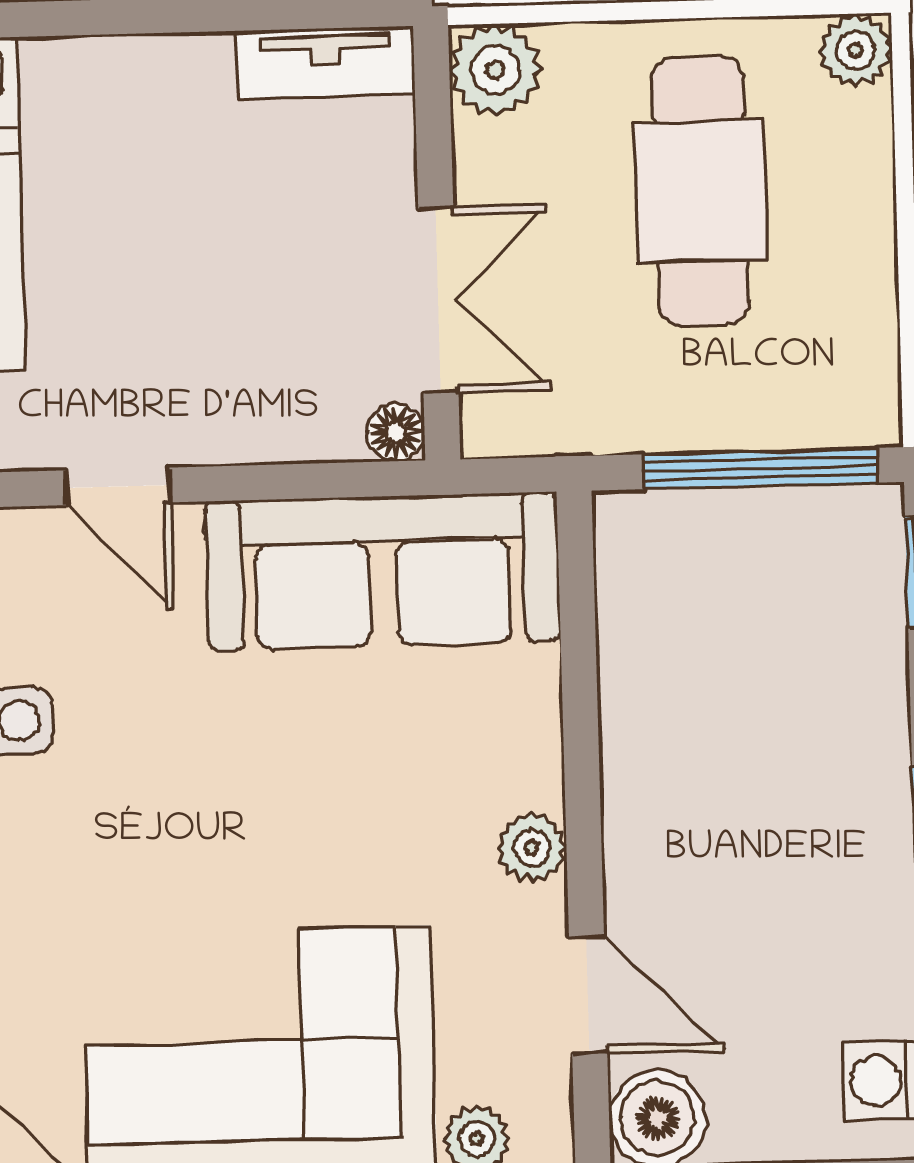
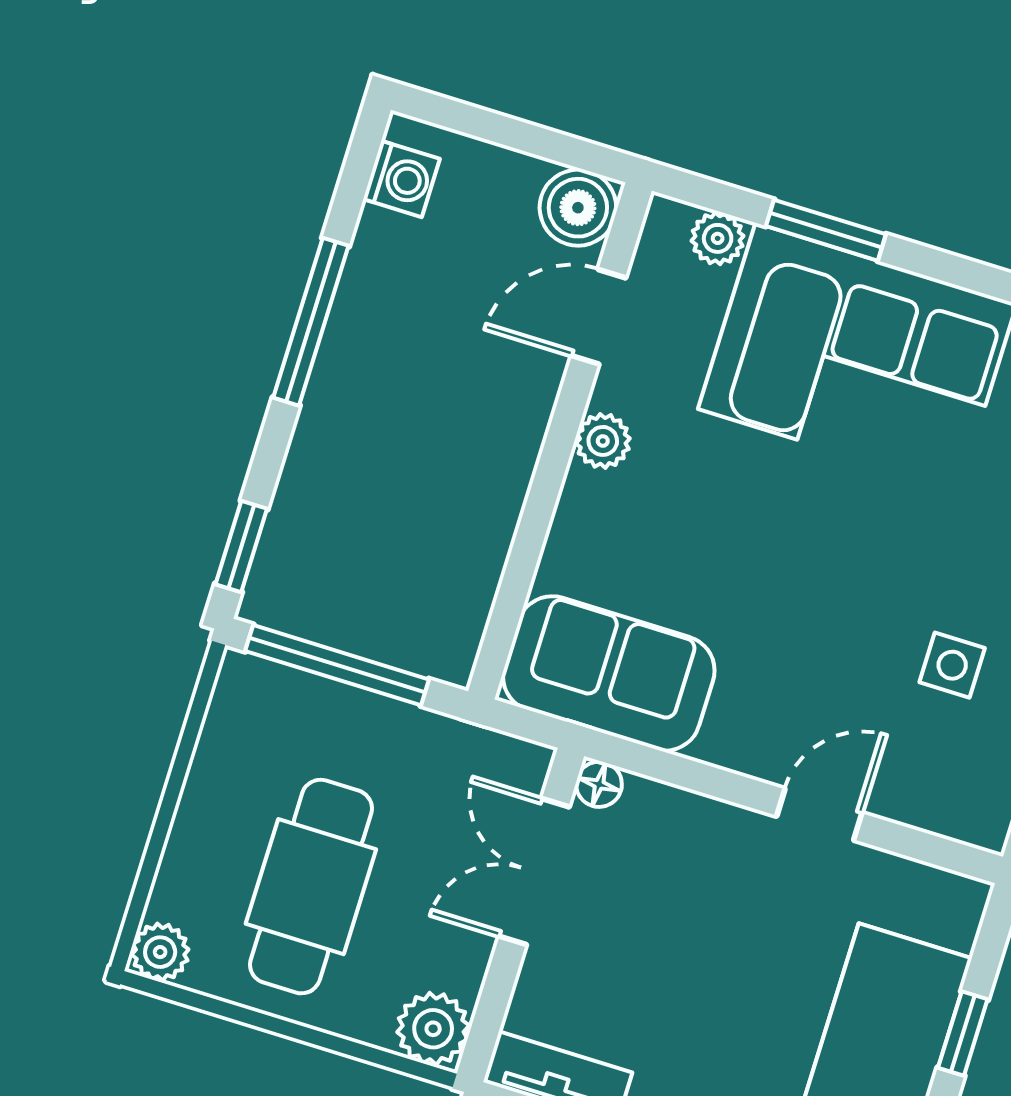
door: (118, 486) -> (819, 814), hinge flipped
sofa: (383, 571) -> (609, 673), width x0.73
door: (588, 995) -> (598, 317), hinge flipped

